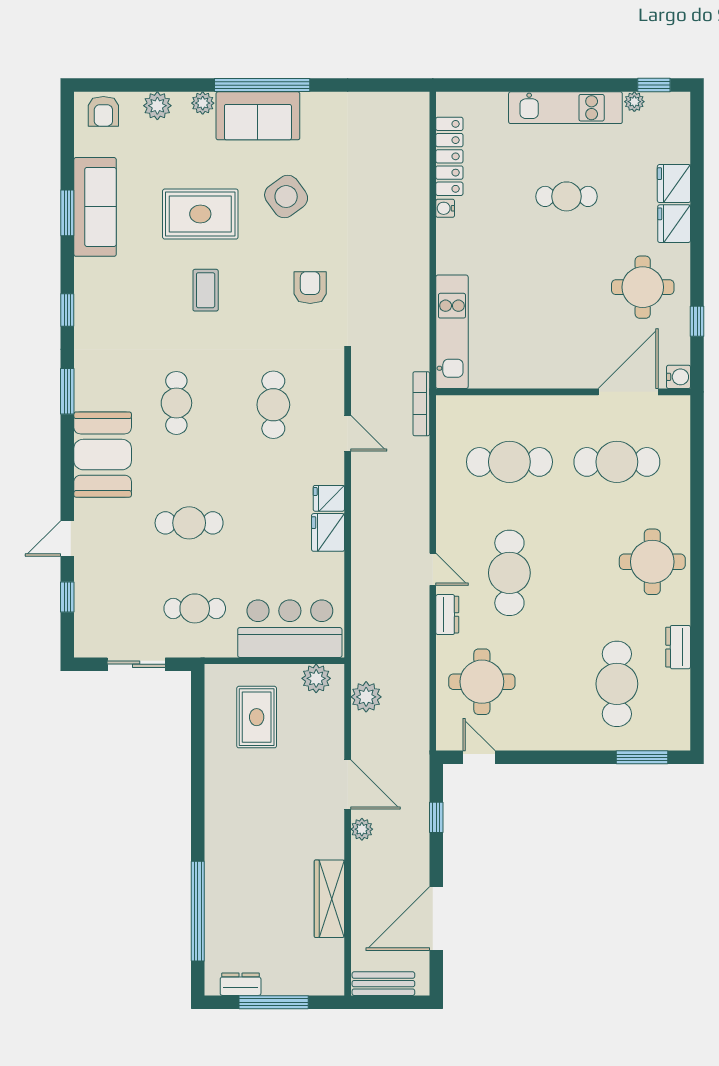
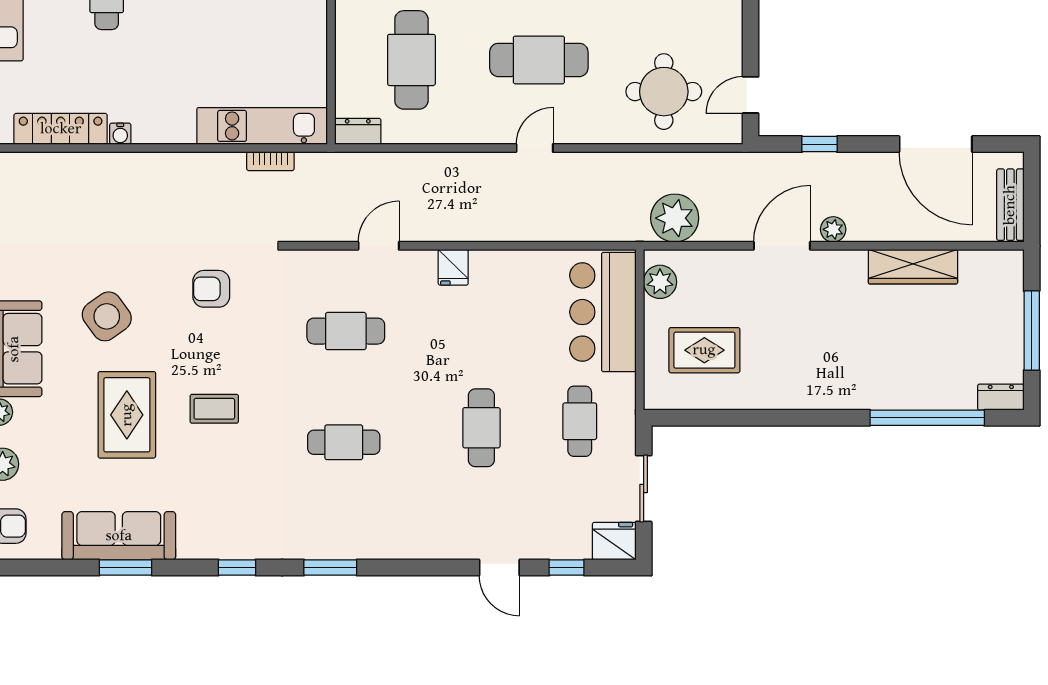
bookcase: (421, 404) -> (270, 161), moved, width x0.64
booth: (103, 455) -> (403, 527), removed
fridge: (328, 532) -> (614, 541), moved, turned 180
dresser: (447, 615) -> (358, 131), moved
plant: (366, 697) -> (675, 218), width x1.36, depth x1.36
dresser: (241, 984) -> (1001, 397), moved, turned 90

